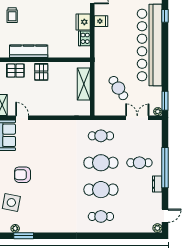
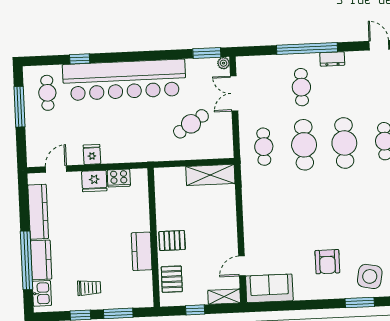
kitchen counter: (29, 51) -> (142, 251), width x0.67
shelving: (84, 84) -> (210, 175), moved

